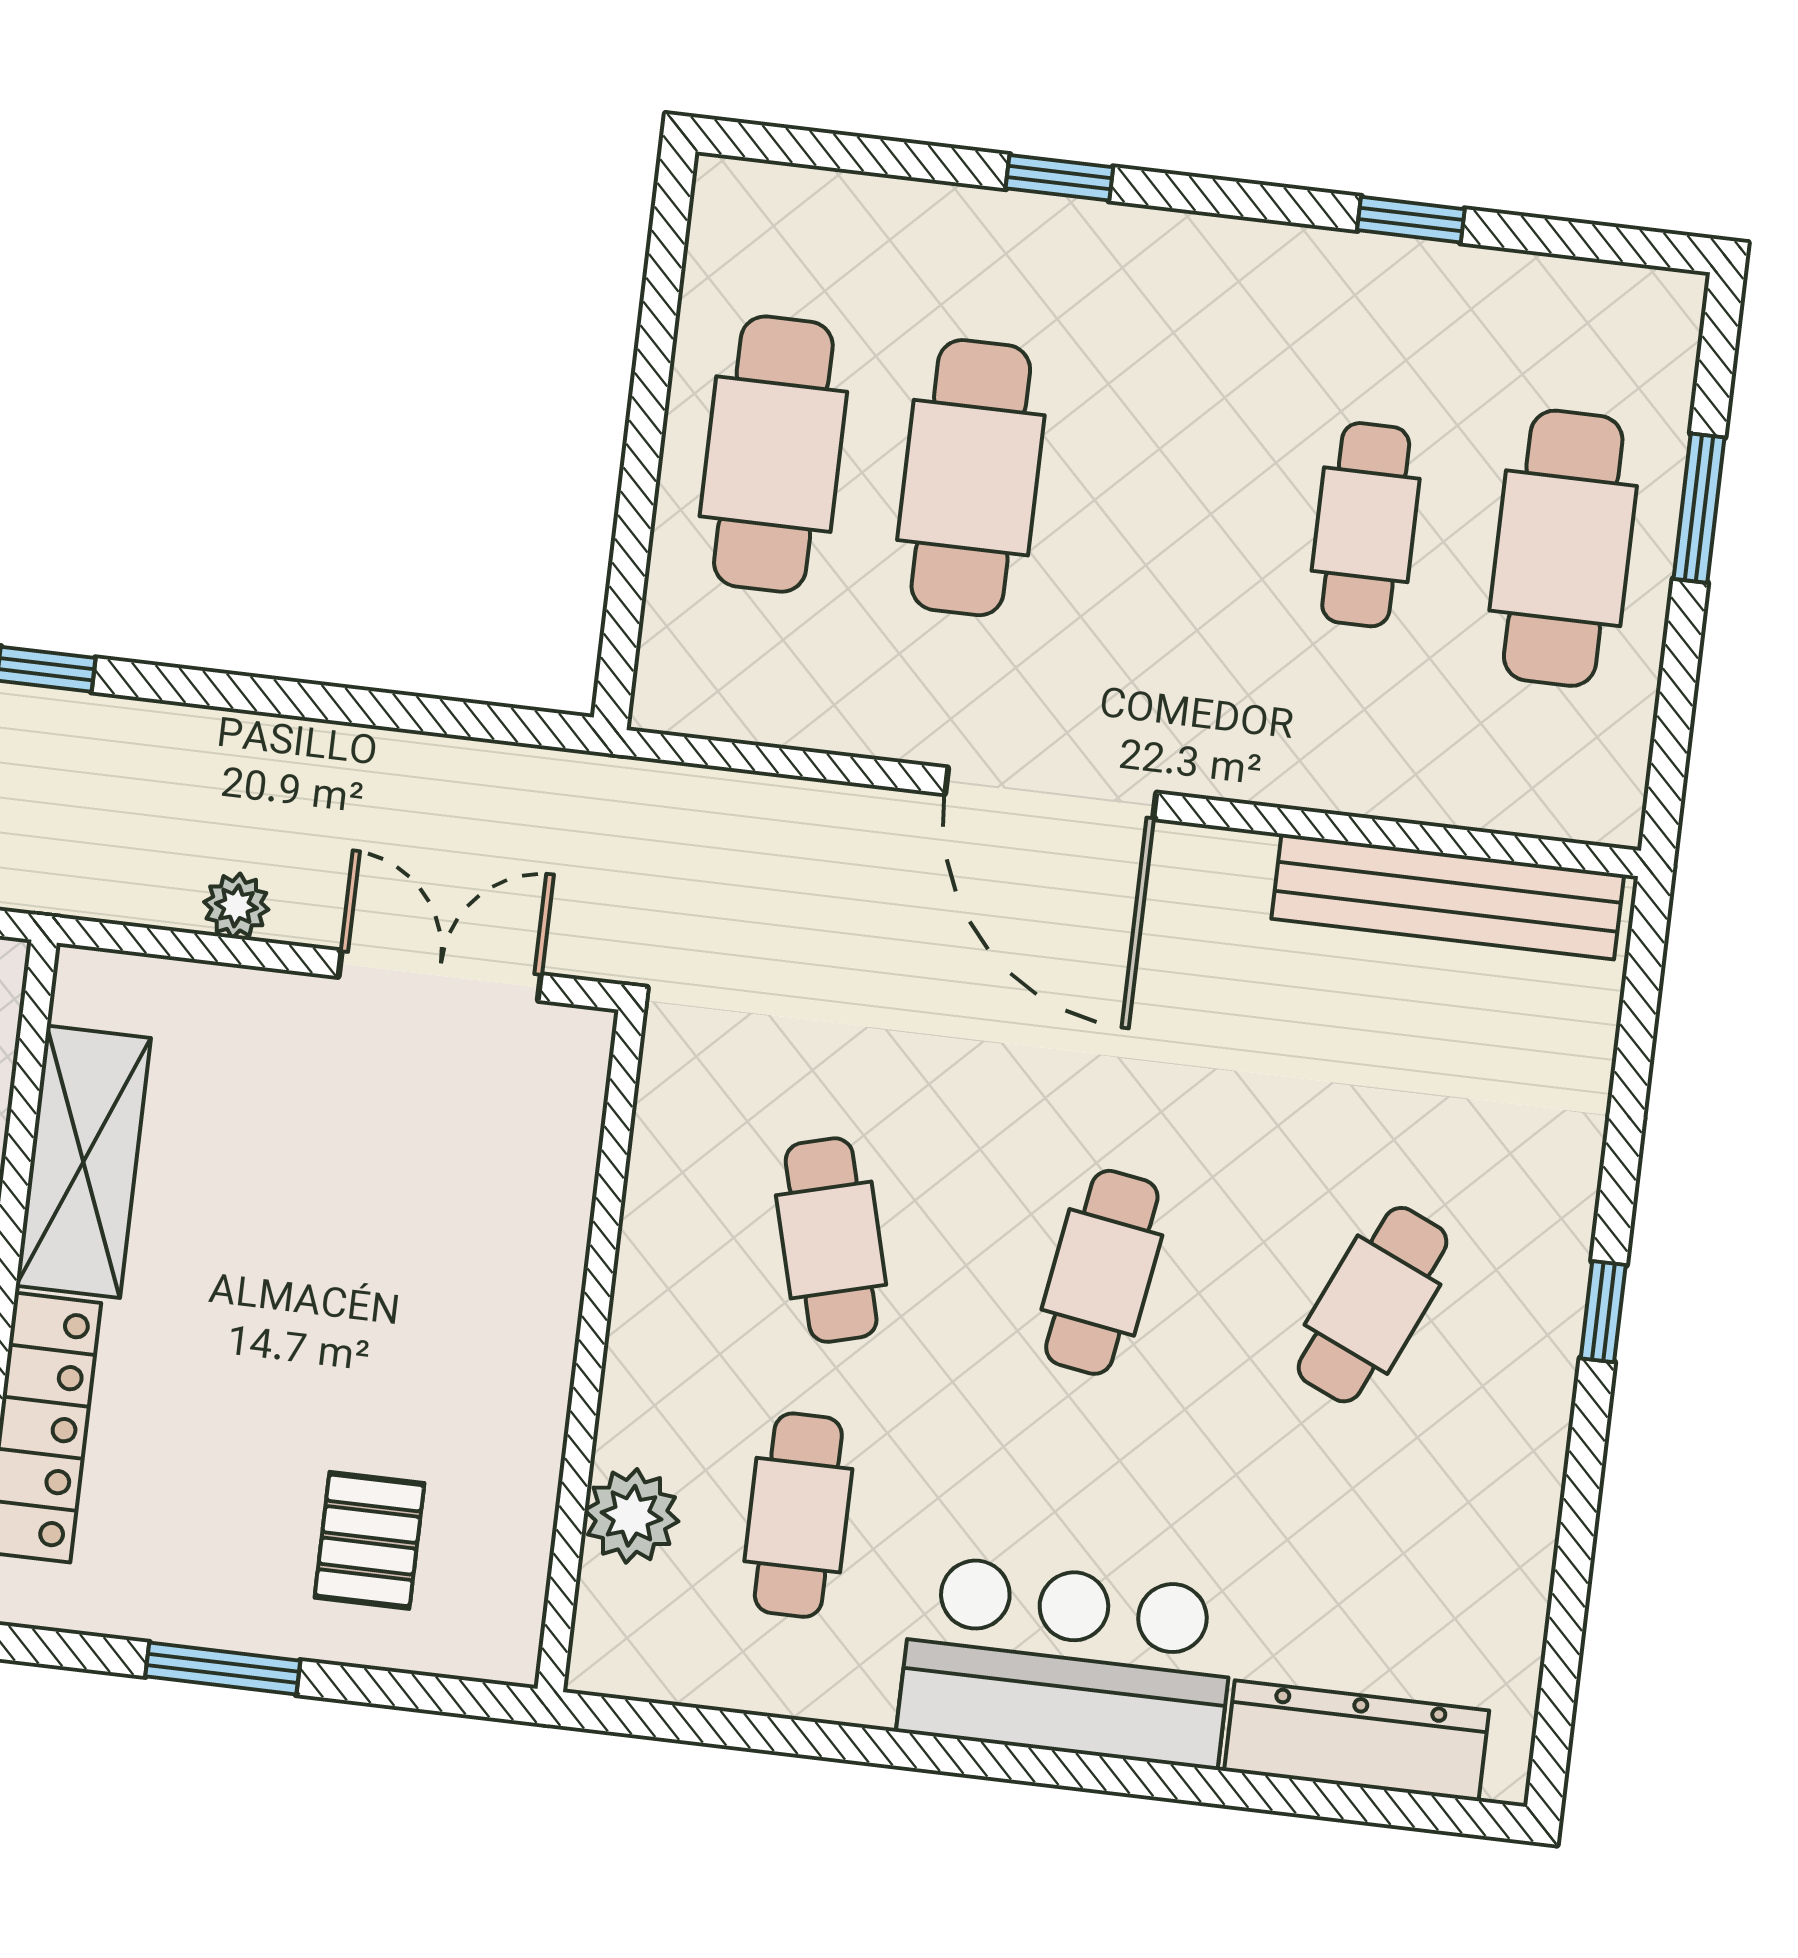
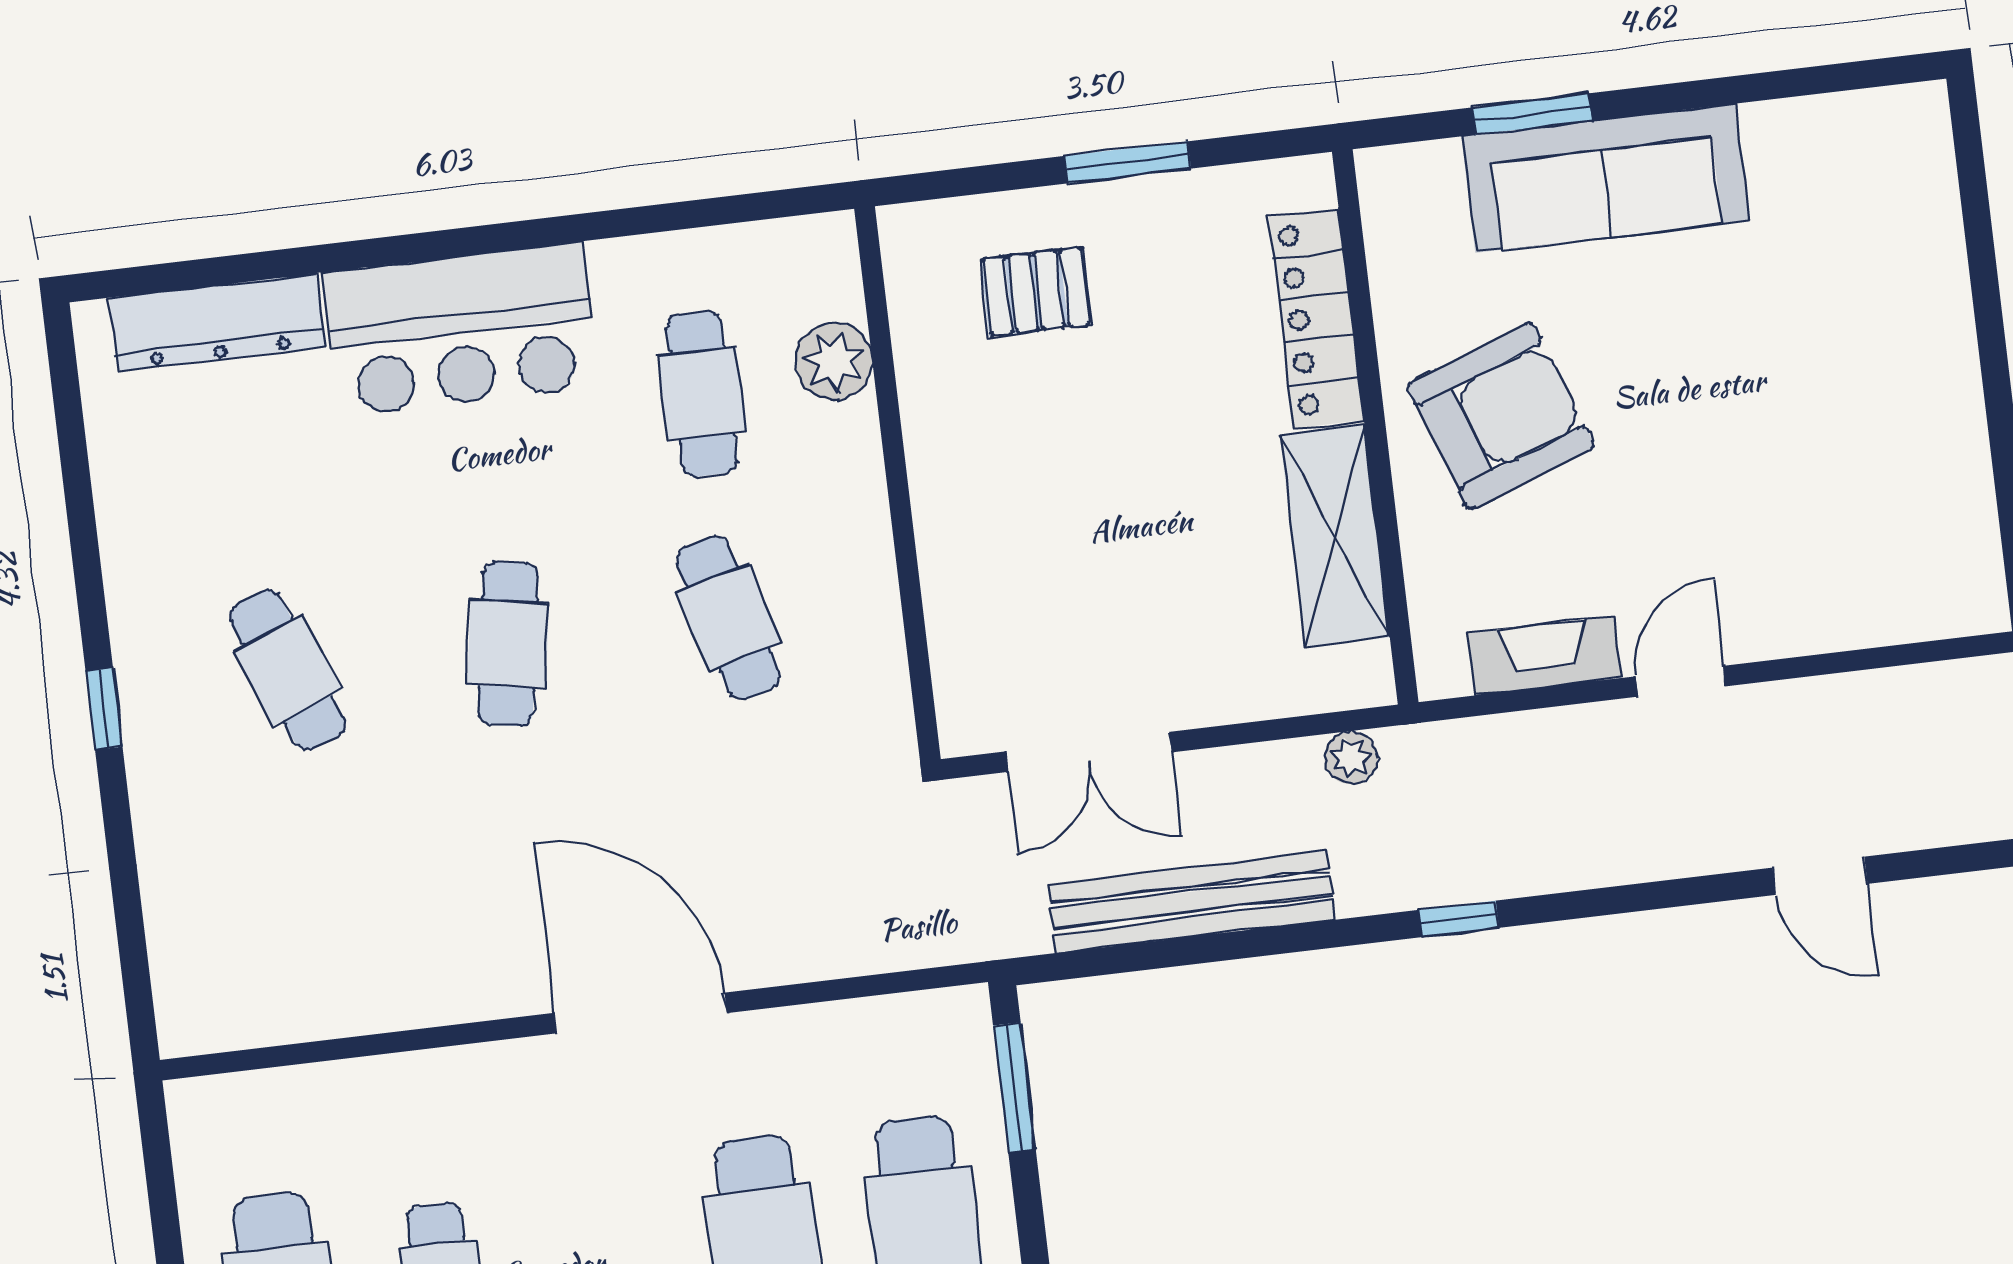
window: (625, 596) -> (1014, 1087), added
bench: (1448, 897) -> (1191, 902), moved
plant: (236, 906) -> (1351, 758), moved
cafe table: (1373, 1305) -> (288, 670), turned -45
pallet: (369, 1540) -> (1036, 292), turned 90

